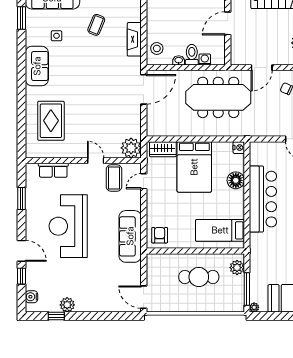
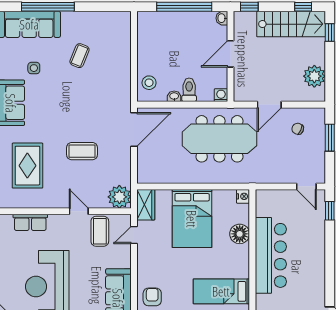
fireplace: (134, 39) -> (123, 72), removed
washing machine: (205, 59) -> (221, 95), moved
coffee table: (98, 108) -> (82, 151), added
wardrobe: (163, 149) -> (146, 205), moved, turned -90

